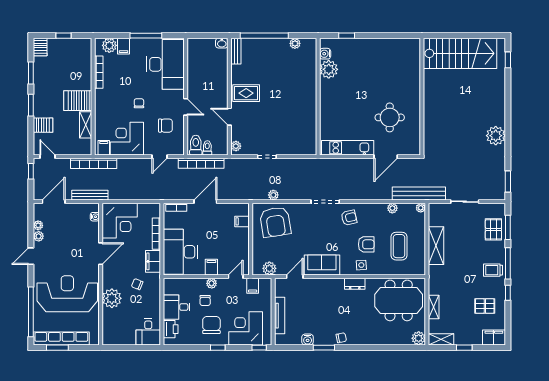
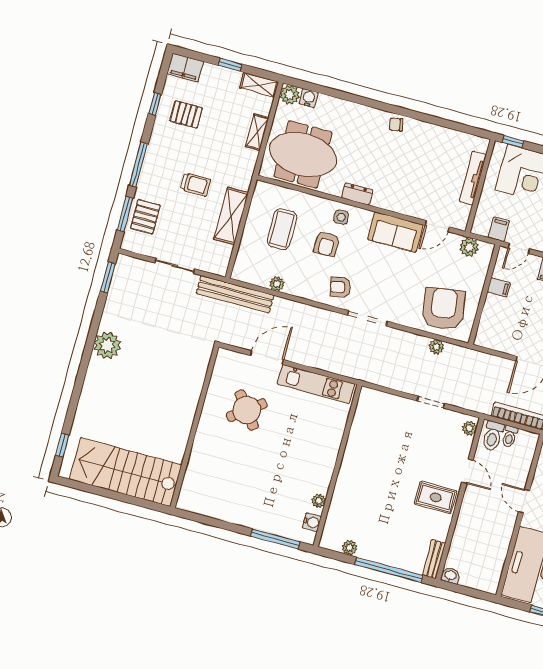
window: (347, 36) -> (275, 539), width x2.17
plant: (329, 69) -> (319, 501), width x0.53, depth x0.53
round table: (390, 117) -> (247, 410), turned -37
toilet: (196, 145) -> (493, 436), moved
plant: (421, 208) -> (238, 274), removed
filing cabinet: (242, 221) -> (499, 287), moved
armchair: (366, 244) -> (327, 244), turned -90
trolley: (493, 270) -> (195, 184), moved
window: (508, 293) -> (155, 104), moved
water cooler: (308, 339) -> (309, 98), moved
window: (324, 348) -> (424, 117), removed

